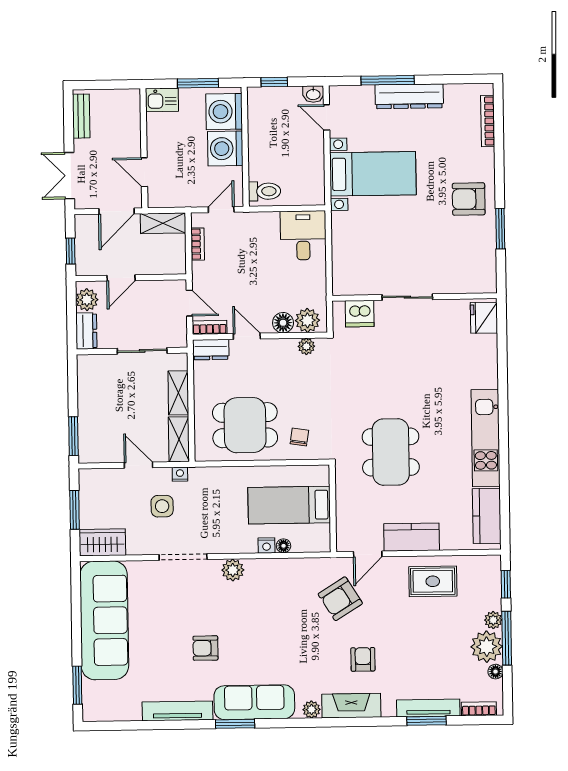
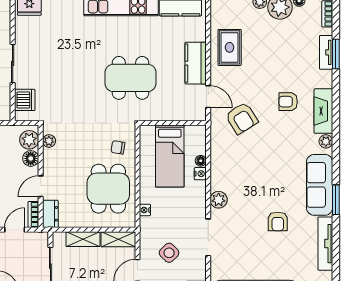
nightstand: (180, 474) -> (145, 210), moved
side table: (162, 506) -> (169, 253), turned 45
tv unit: (428, 708) -> (326, 52), width x0.71

